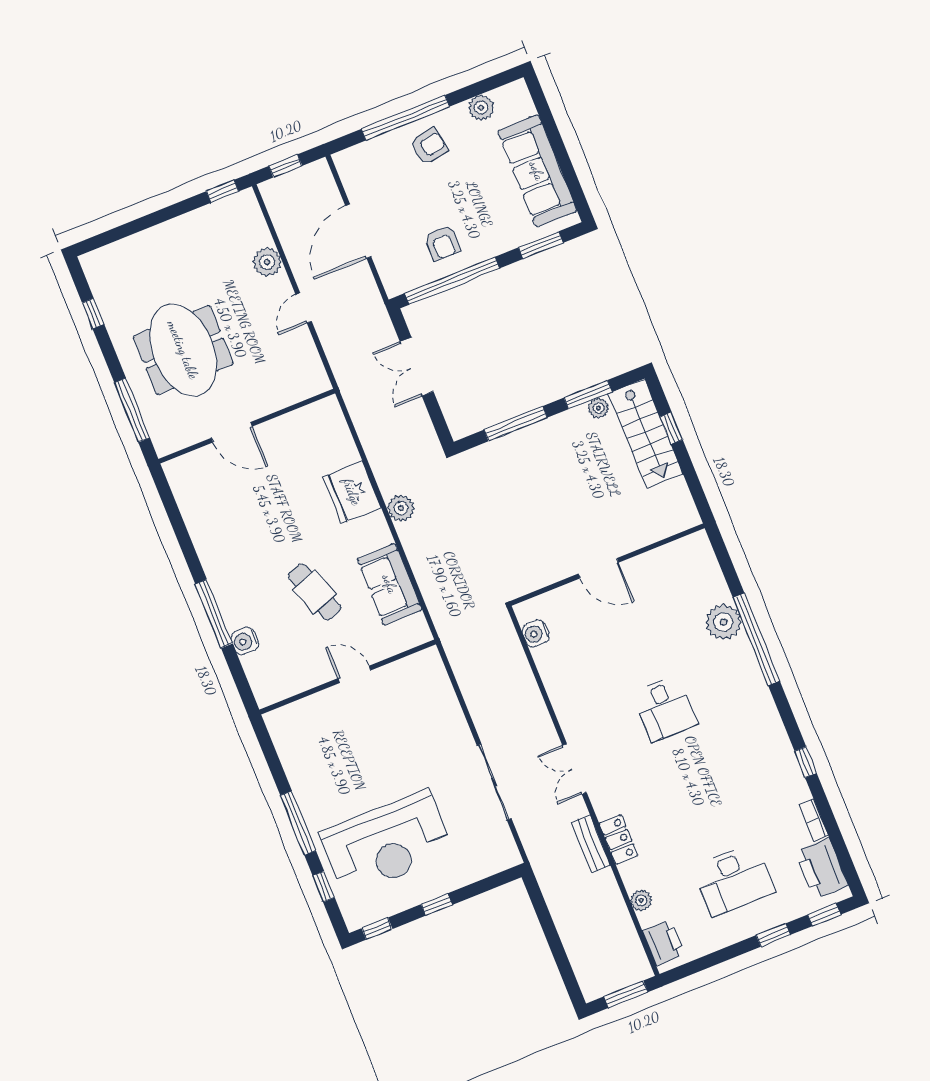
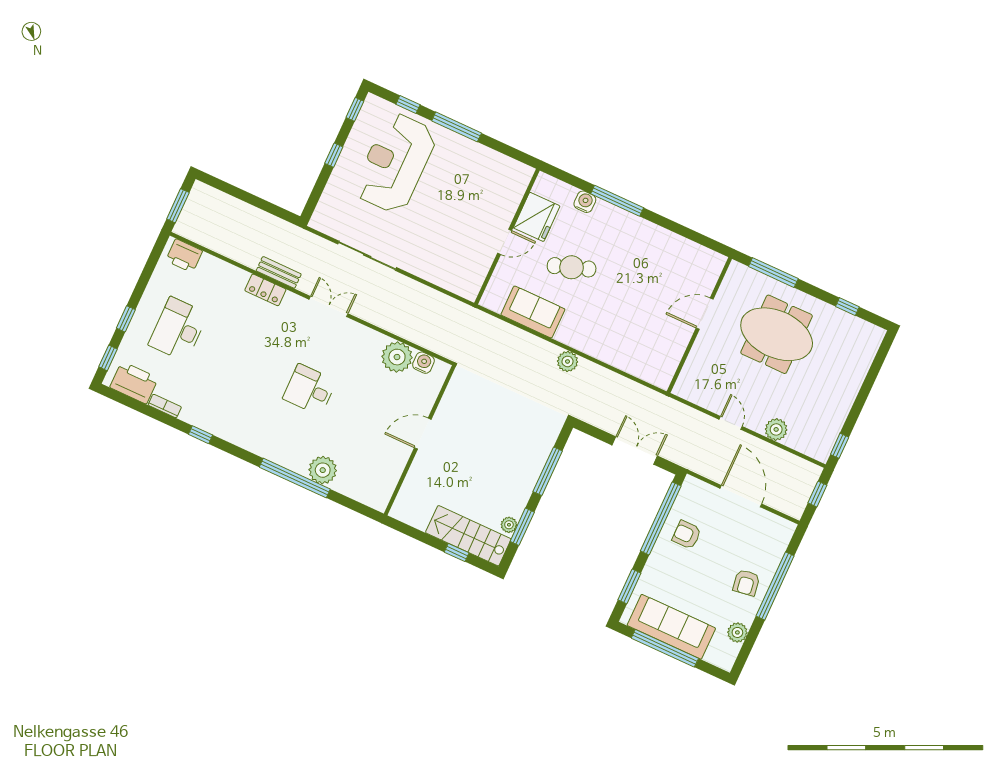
window: (562, 157) -> (665, 648), added
fridge: (352, 492) -> (537, 217), moved, turned 90
plant: (641, 900) -> (397, 357), moved, width x1.88, depth x1.88

